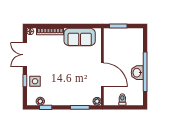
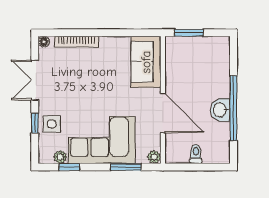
sofa: (80, 37) -> (146, 62), moved, turned 90
corner sofa: (65, 91) -> (102, 140), added

